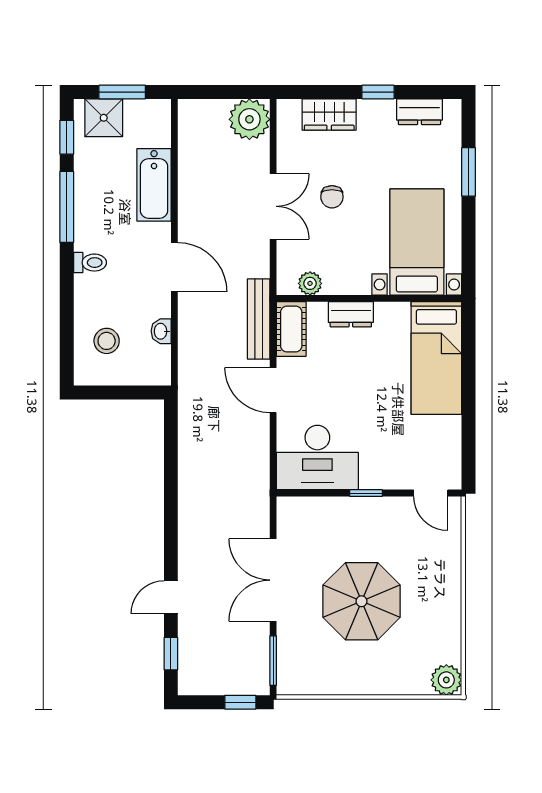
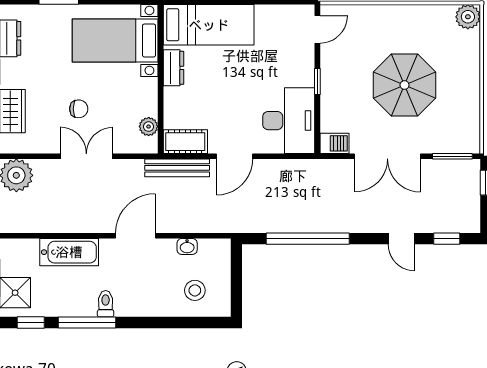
toilet: (90, 263) -> (106, 304), moved
dresser: (351, 314) -> (173, 68), moved
window: (171, 481) -> (308, 239), added
barbecue: (289, 514) -> (334, 143), added

